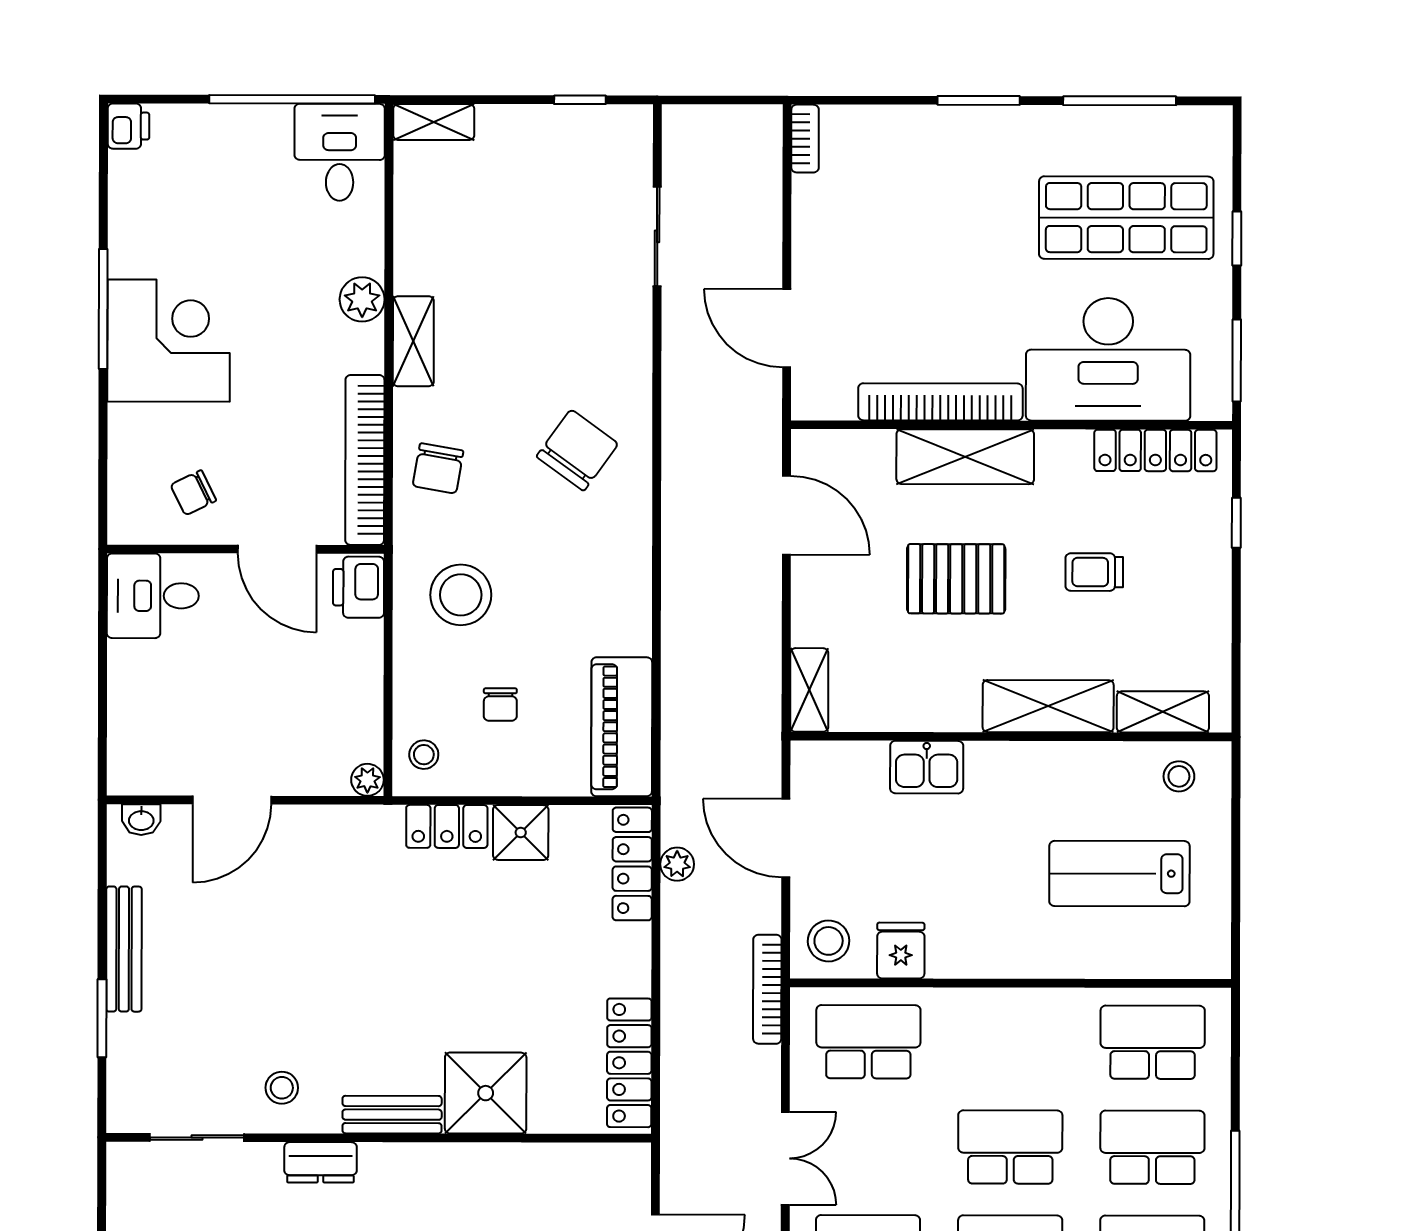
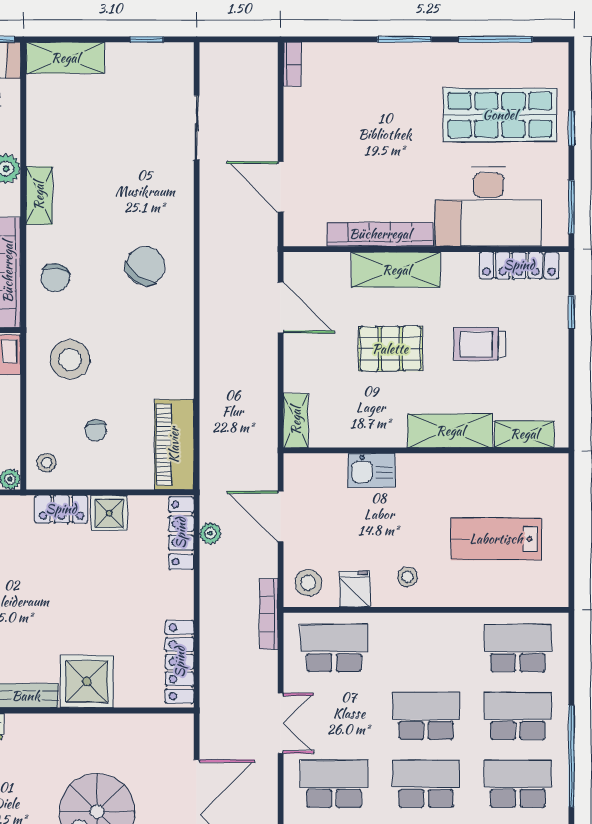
shelving: (434, 122) -> (65, 58), width x1.50, depth x1.33
trolley: (1094, 572) -> (480, 344), width x1.36, depth x1.39
stool: (1179, 776) -> (407, 577), moved

